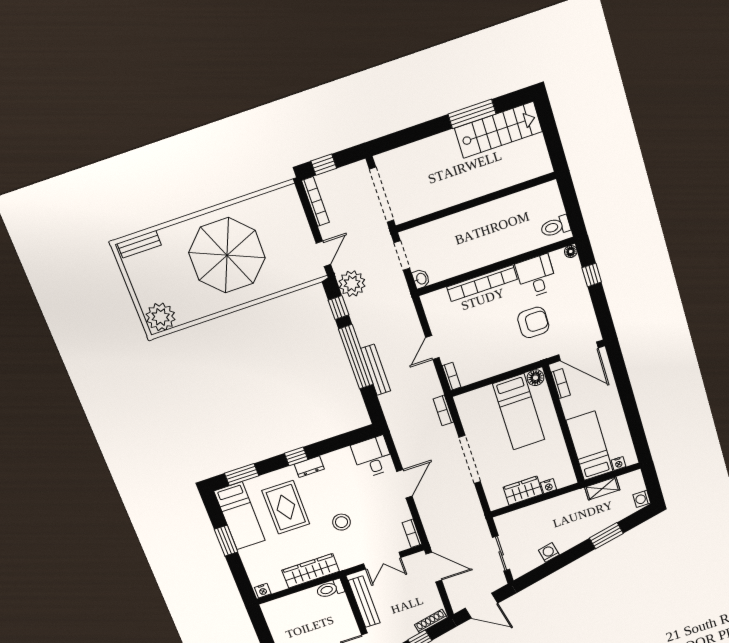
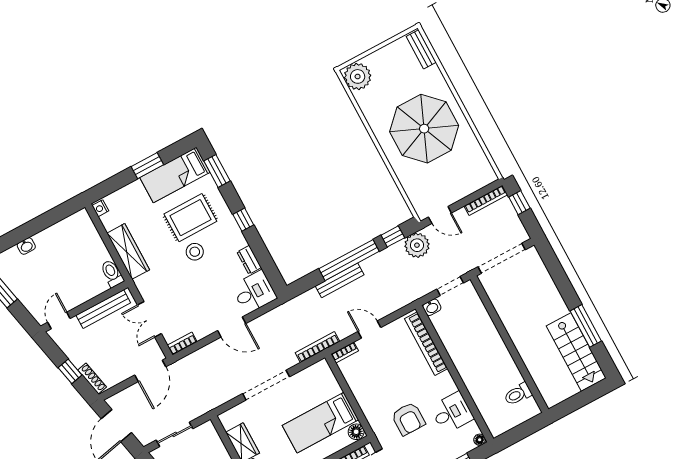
toilet: (555, 227) -> (518, 394), moved, turned -90
bookcase: (482, 283) -> (426, 344), moved
bookcase: (443, 410) -> (317, 347), width x1.56
dresser: (309, 467) -> (249, 260), moved
stool: (341, 522) -> (195, 252), moved

